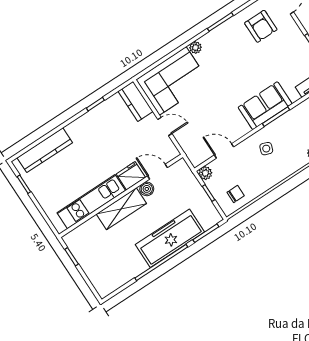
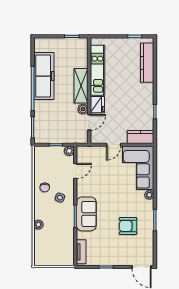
armchair: (261, 26) -> (128, 226), moved
chair: (236, 194) -> (45, 187), moved
freezer: (170, 238) -> (44, 76), moved

